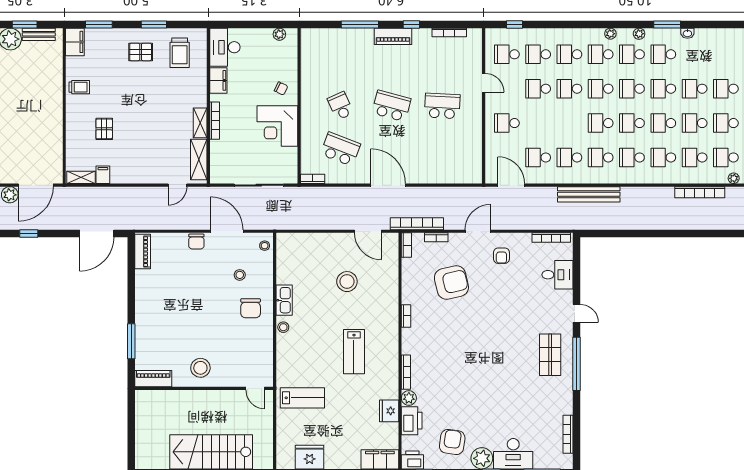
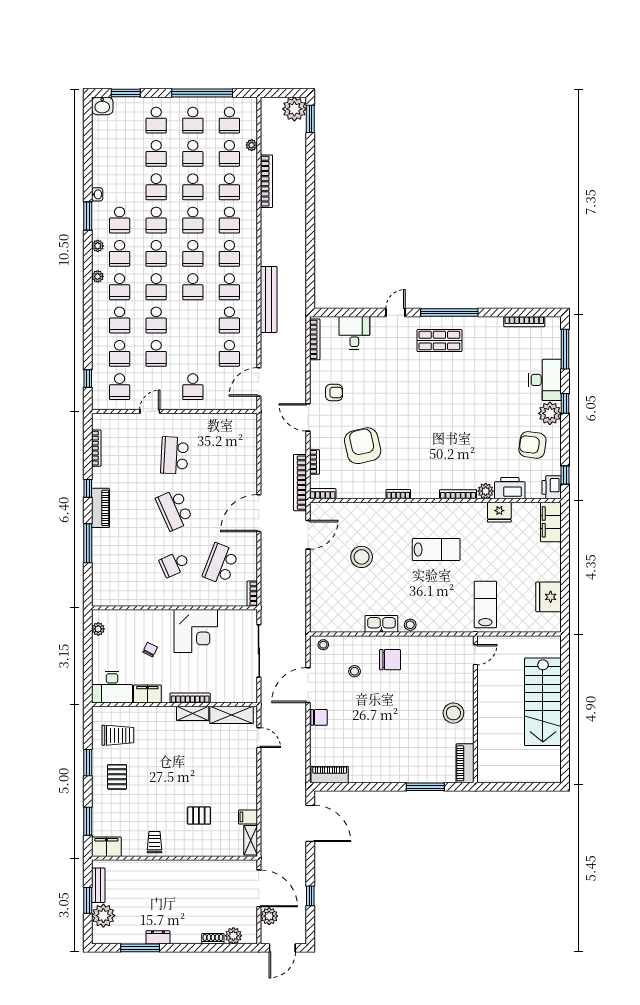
chair: (281, 88) -> (150, 650), moved
school desk: (391, 106) -> (174, 510), turned -39

